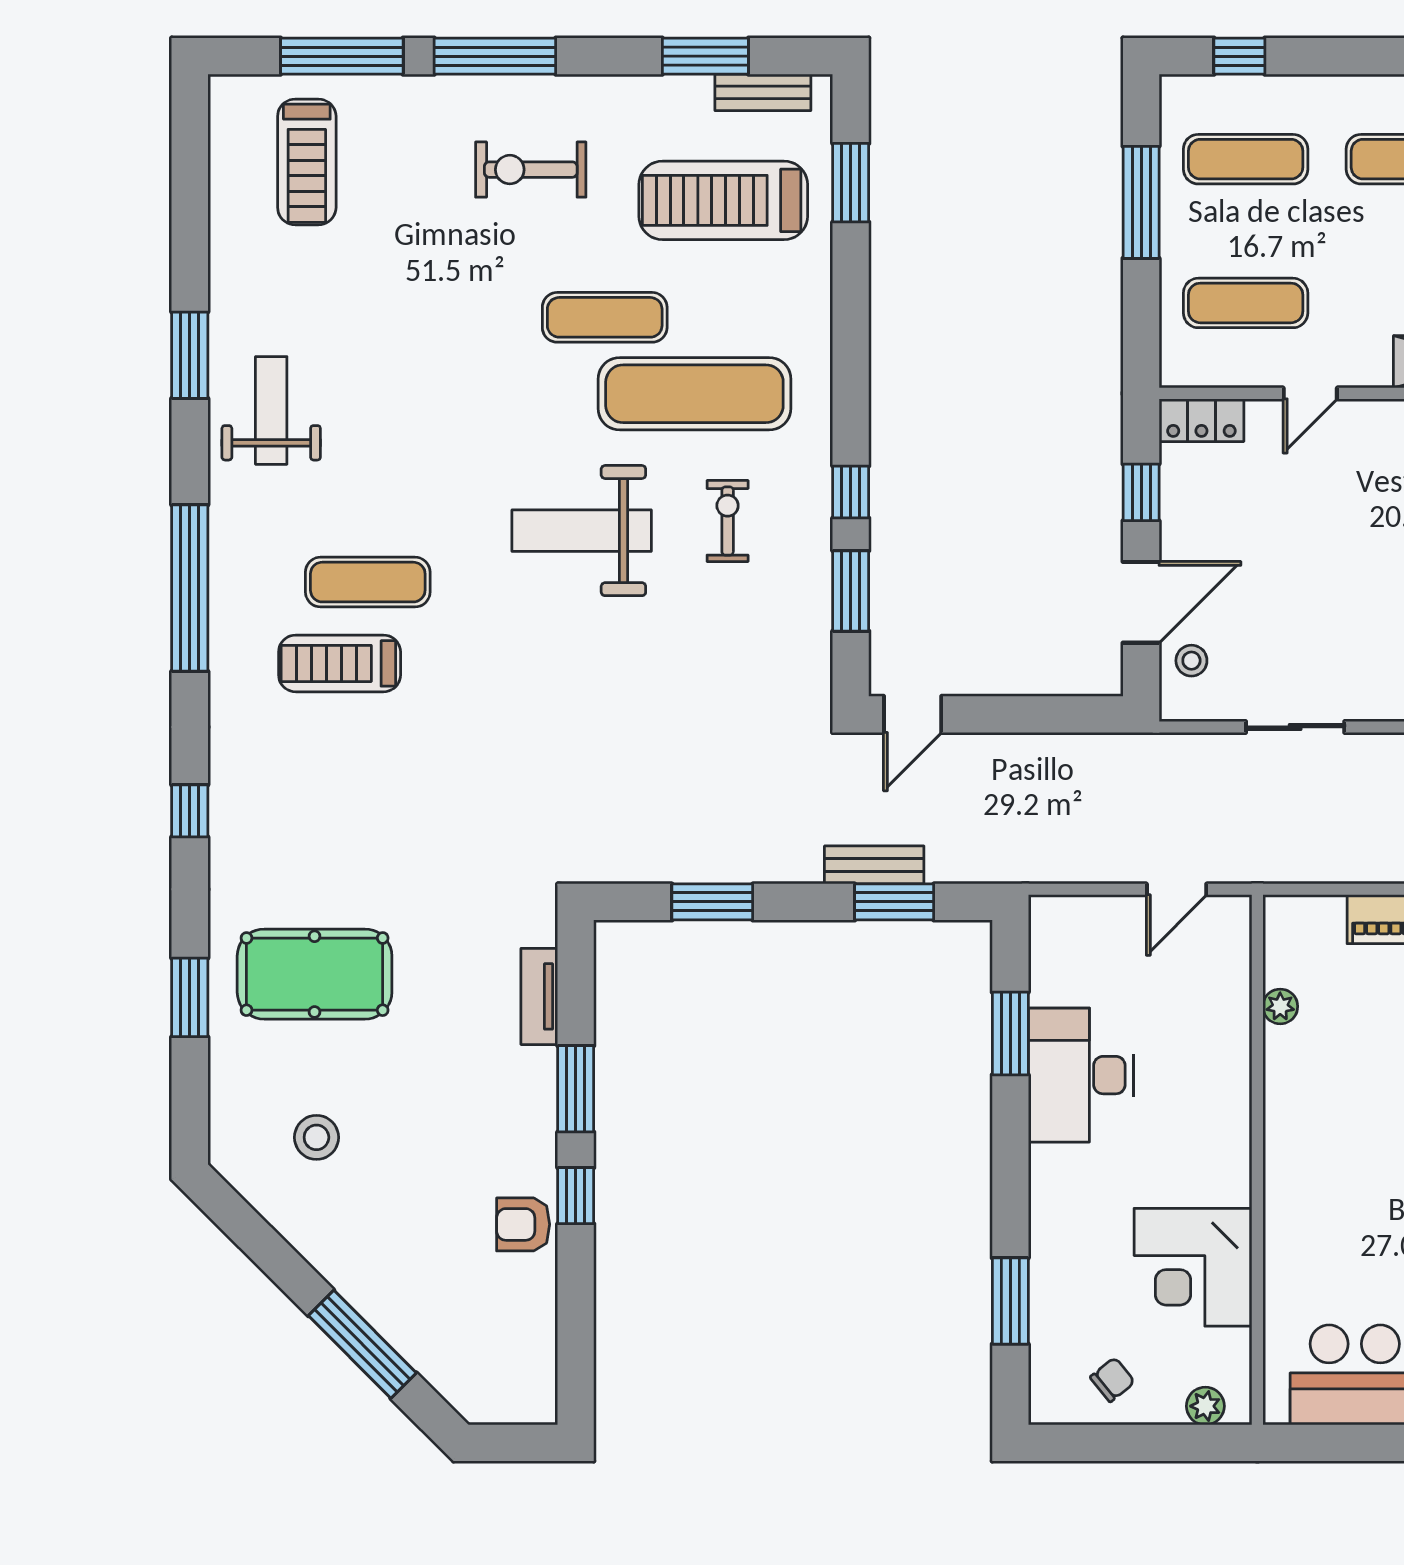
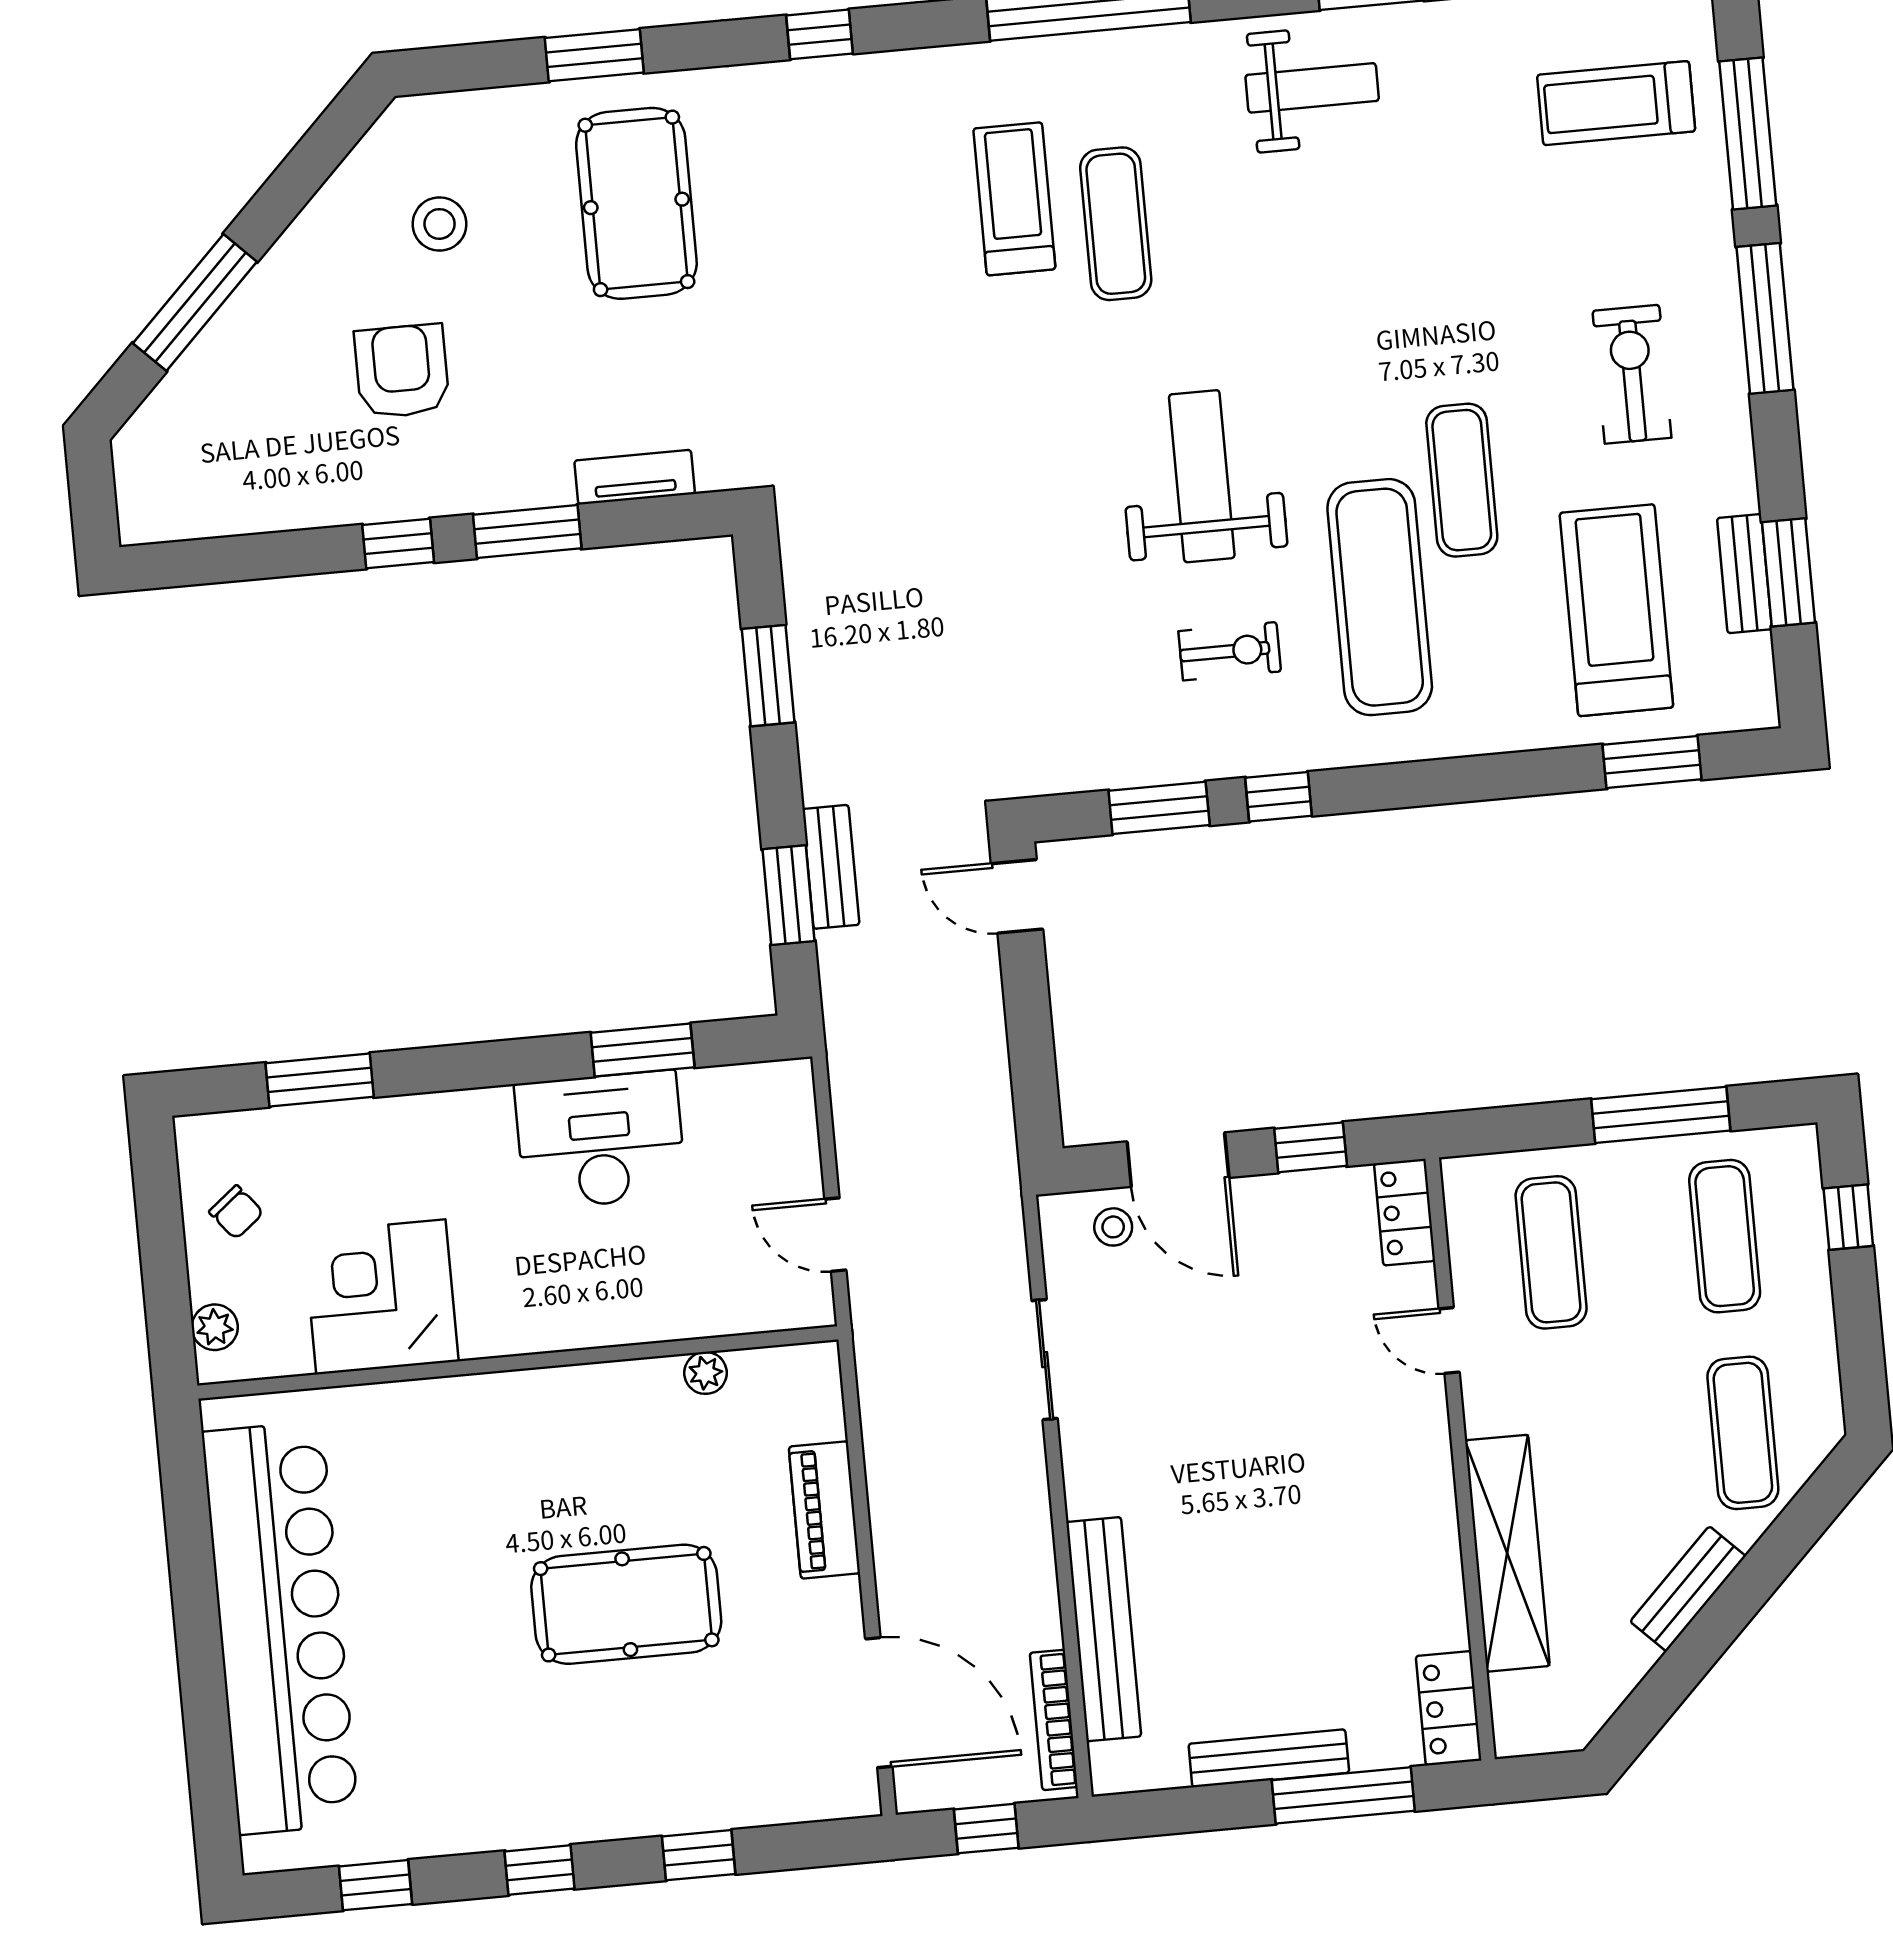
bench: (763, 92) -> (1744, 574), moved
armchair: (523, 1224) -> (402, 371), moved, width x1.38, depth x1.38

